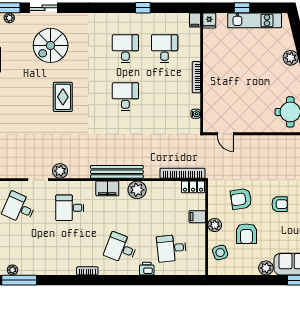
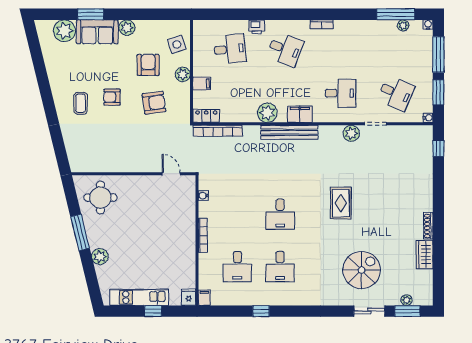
rug: (63, 97) -> (341, 203), moved

